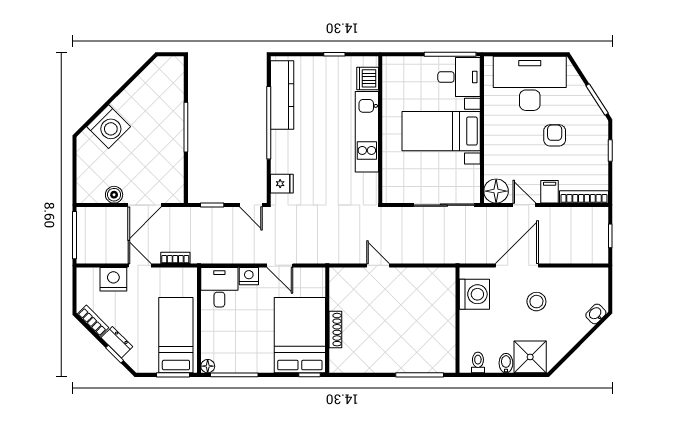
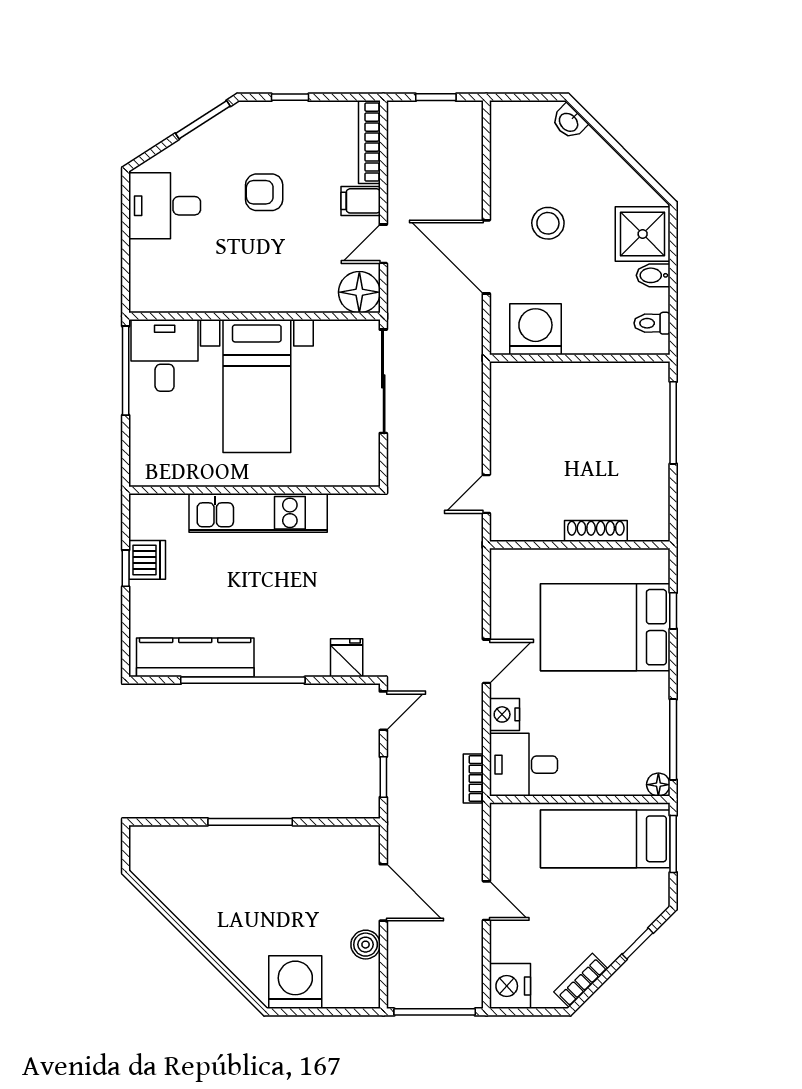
dishwasher: (368, 78) -> (147, 560), moved, turned -90
desk: (530, 83) -> (165, 206), width x0.53, depth x0.77
washing machine: (109, 127) -> (295, 982), moved, turned -45
bookcase: (175, 258) -> (473, 779), moved
door: (140, 265) -> (486, 901), swing flipped
nightstand: (113, 279) -> (510, 986), moved
wall: (327, 320) -> (580, 545), moved
shoe rack: (335, 330) -> (596, 531), moved
dresser: (117, 342) -> (617, 940), removed

